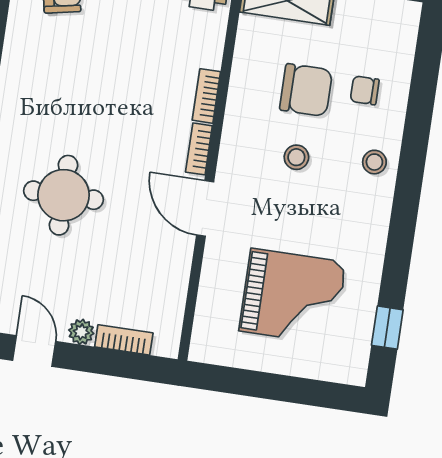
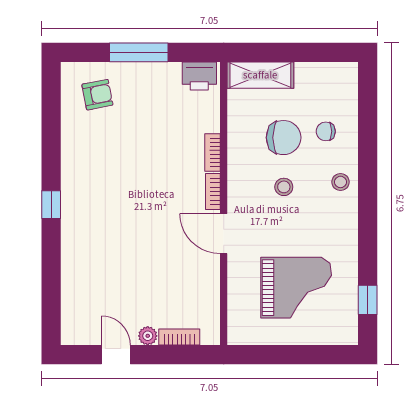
round table: (63, 195) -> (120, 239), removed

